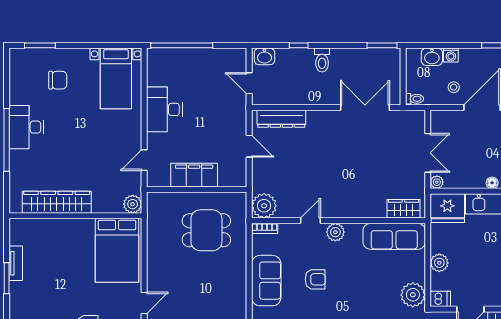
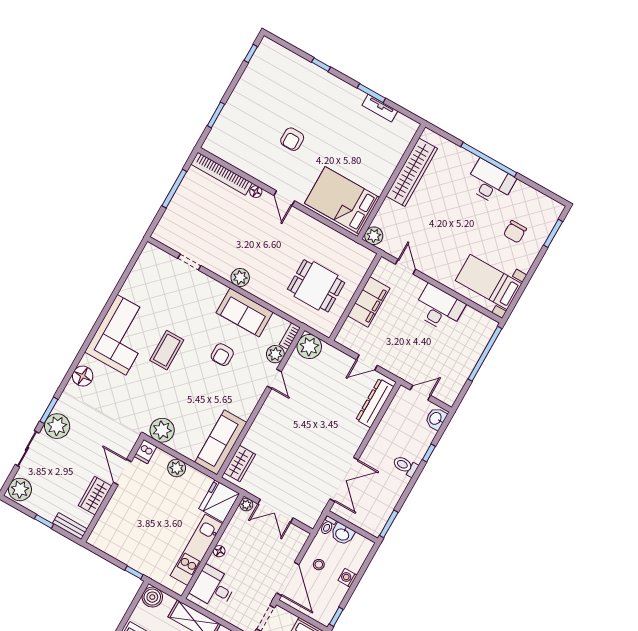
washbasin: (432, 57) -> (342, 534), moved, turned -90
dining table: (206, 230) -> (316, 286), turned 90
plant: (335, 232) -> (275, 354), moved
plant: (237, 302) -> (240, 278), added

